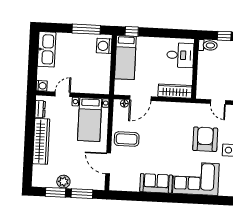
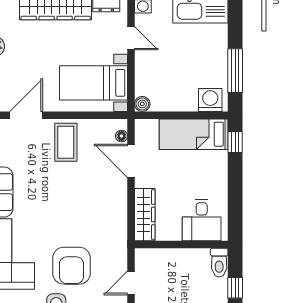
boiler: (105, 89) -> (142, 104), added
armchair: (205, 139) -> (72, 266), turned 90

